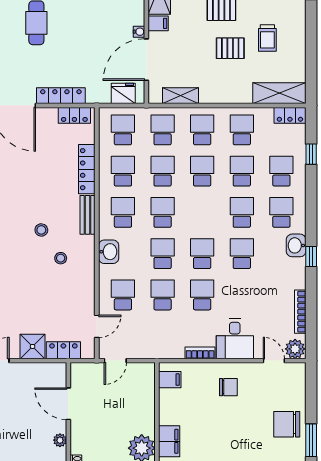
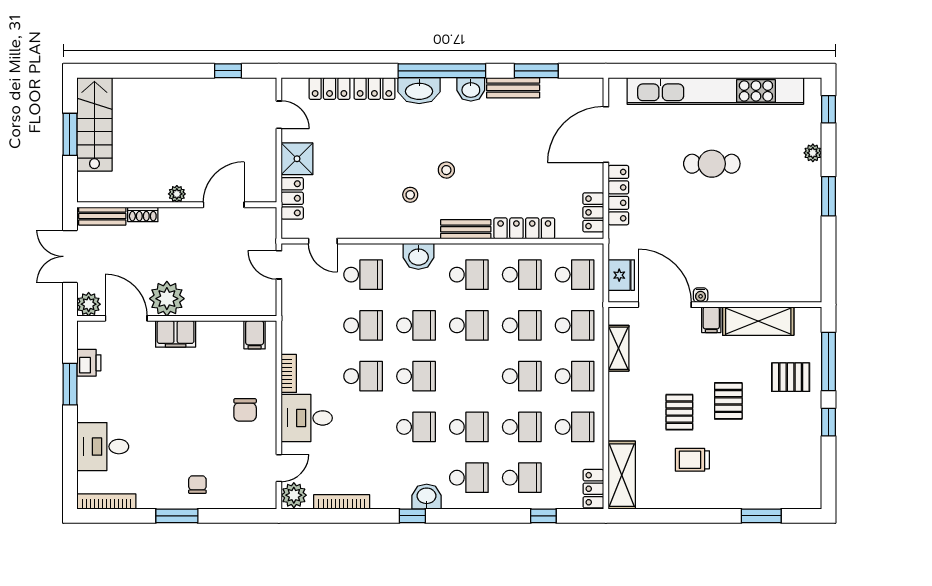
chair: (287, 424) -> (197, 485), width x0.54, depth x0.54

